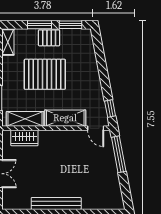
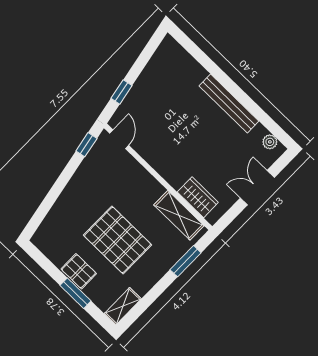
window: (71, 25) -> (45, 264), removed
shelving: (65, 118) -> (139, 178), removed
window: (119, 154) -> (122, 92), width x0.46
plant: (15, 204) -> (270, 142), added

